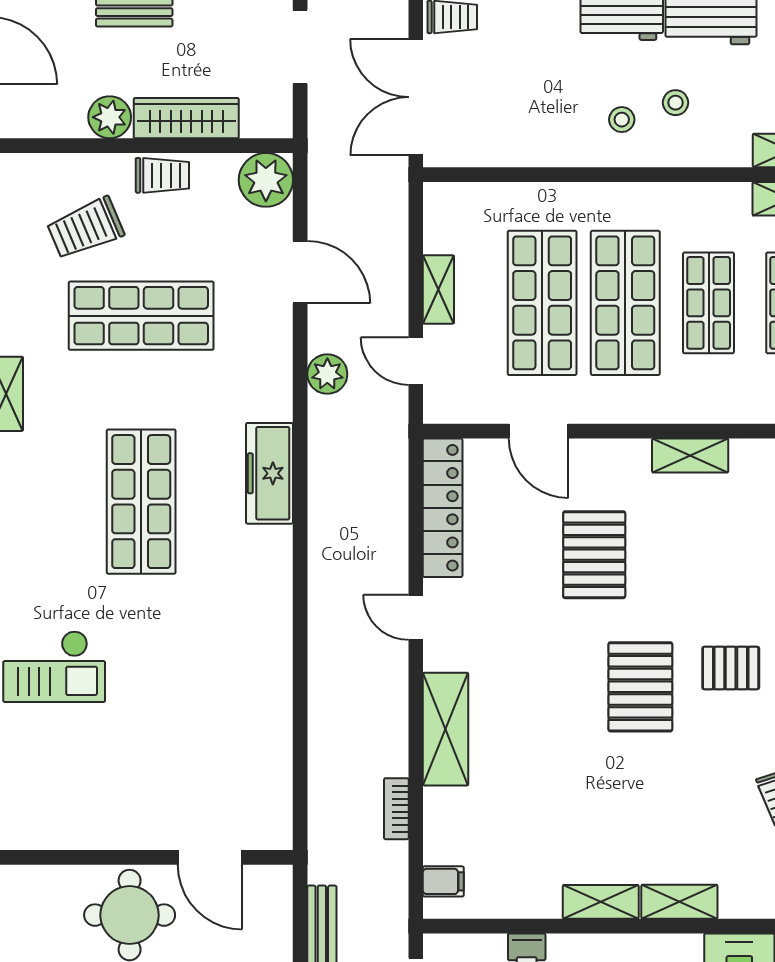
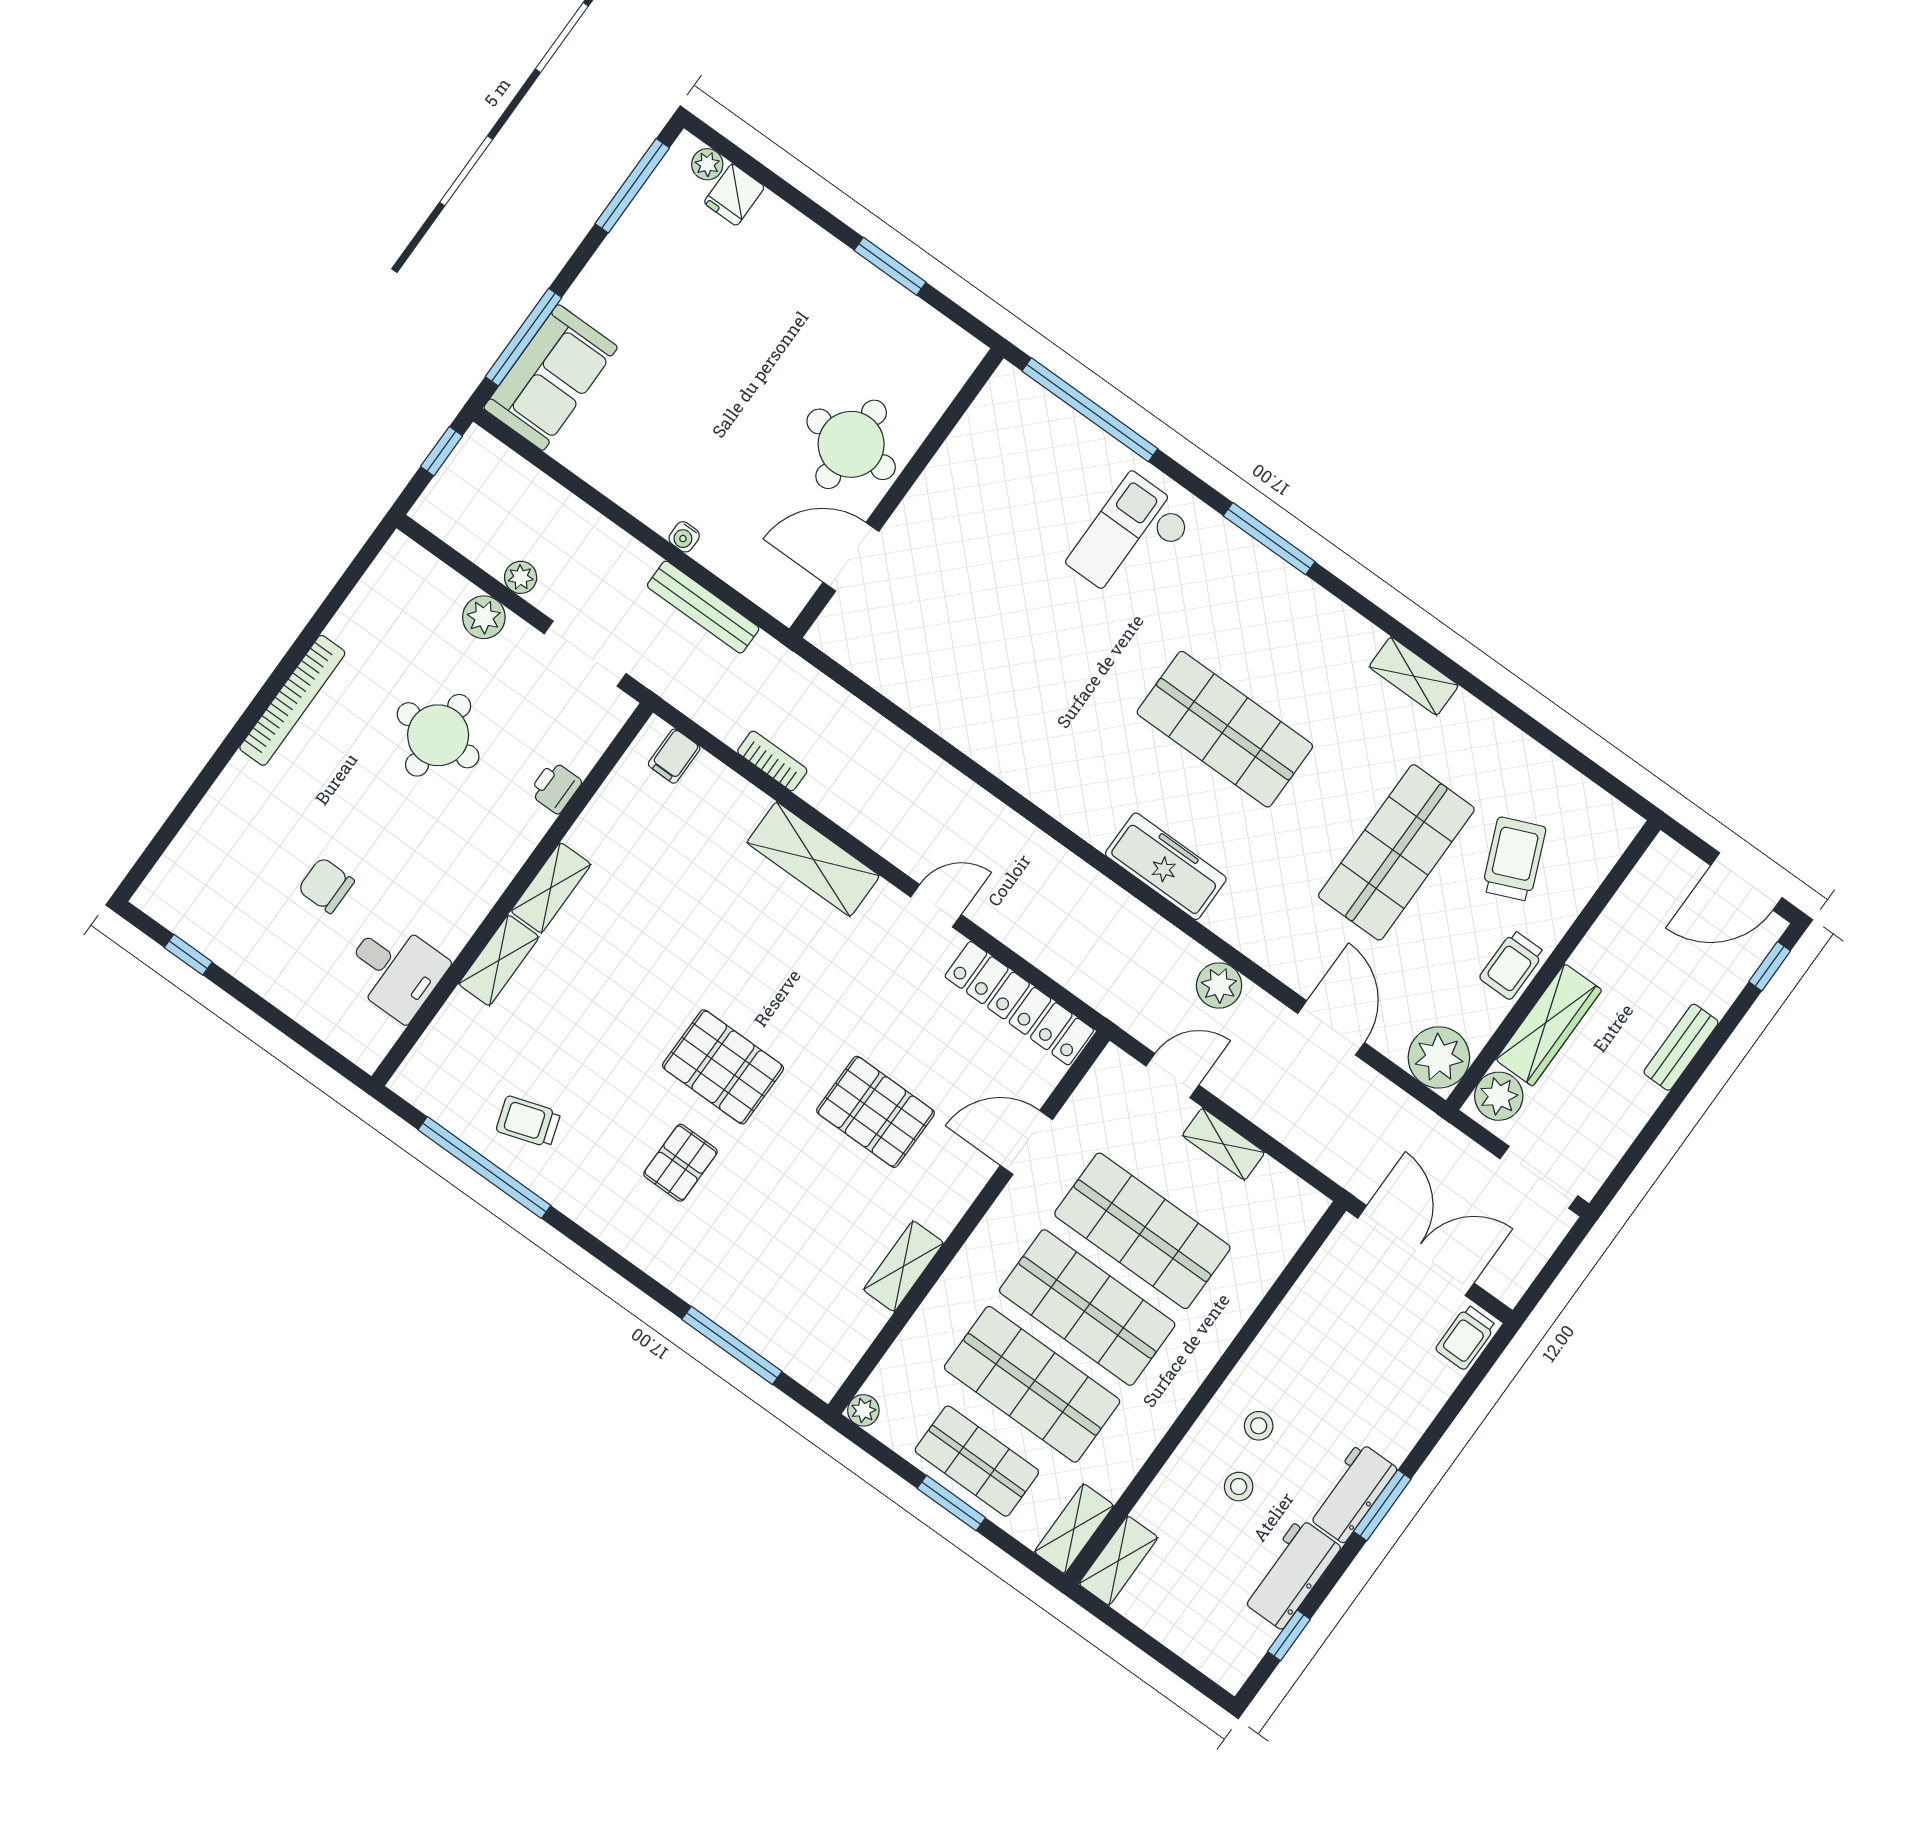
plant: (110, 117) -> (1499, 1096), moved
door: (300, 272) -> (1331, 1028), swing flipped
shop shelf: (709, 303) -> (1032, 1384), width x1.43, depth x1.36

